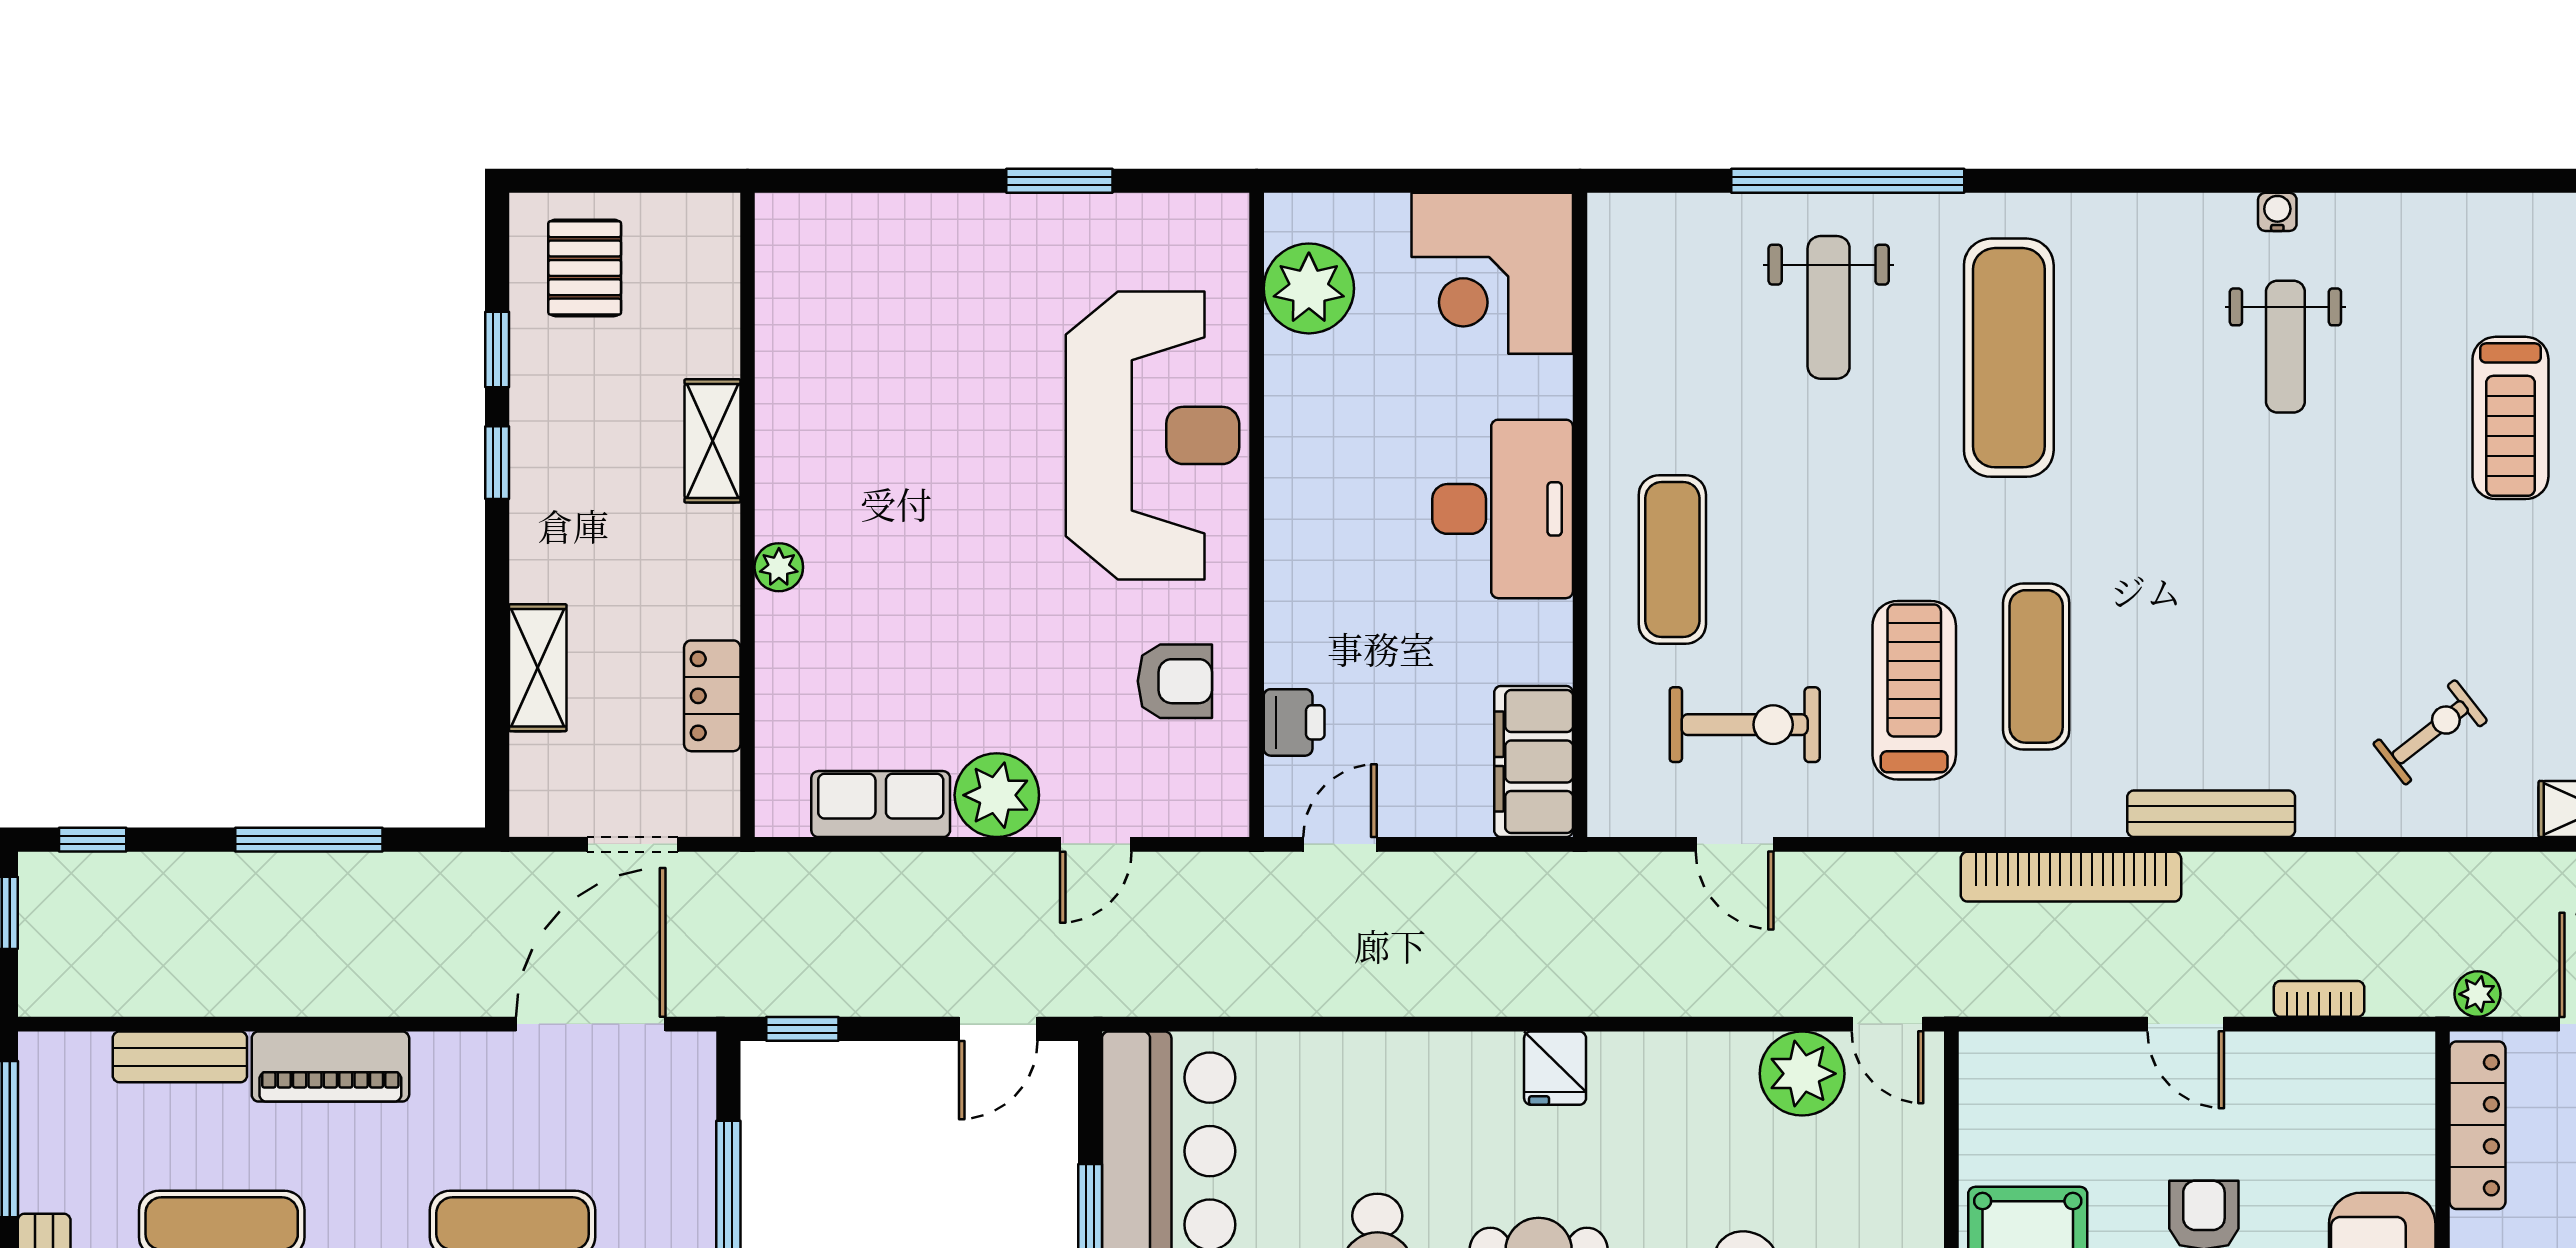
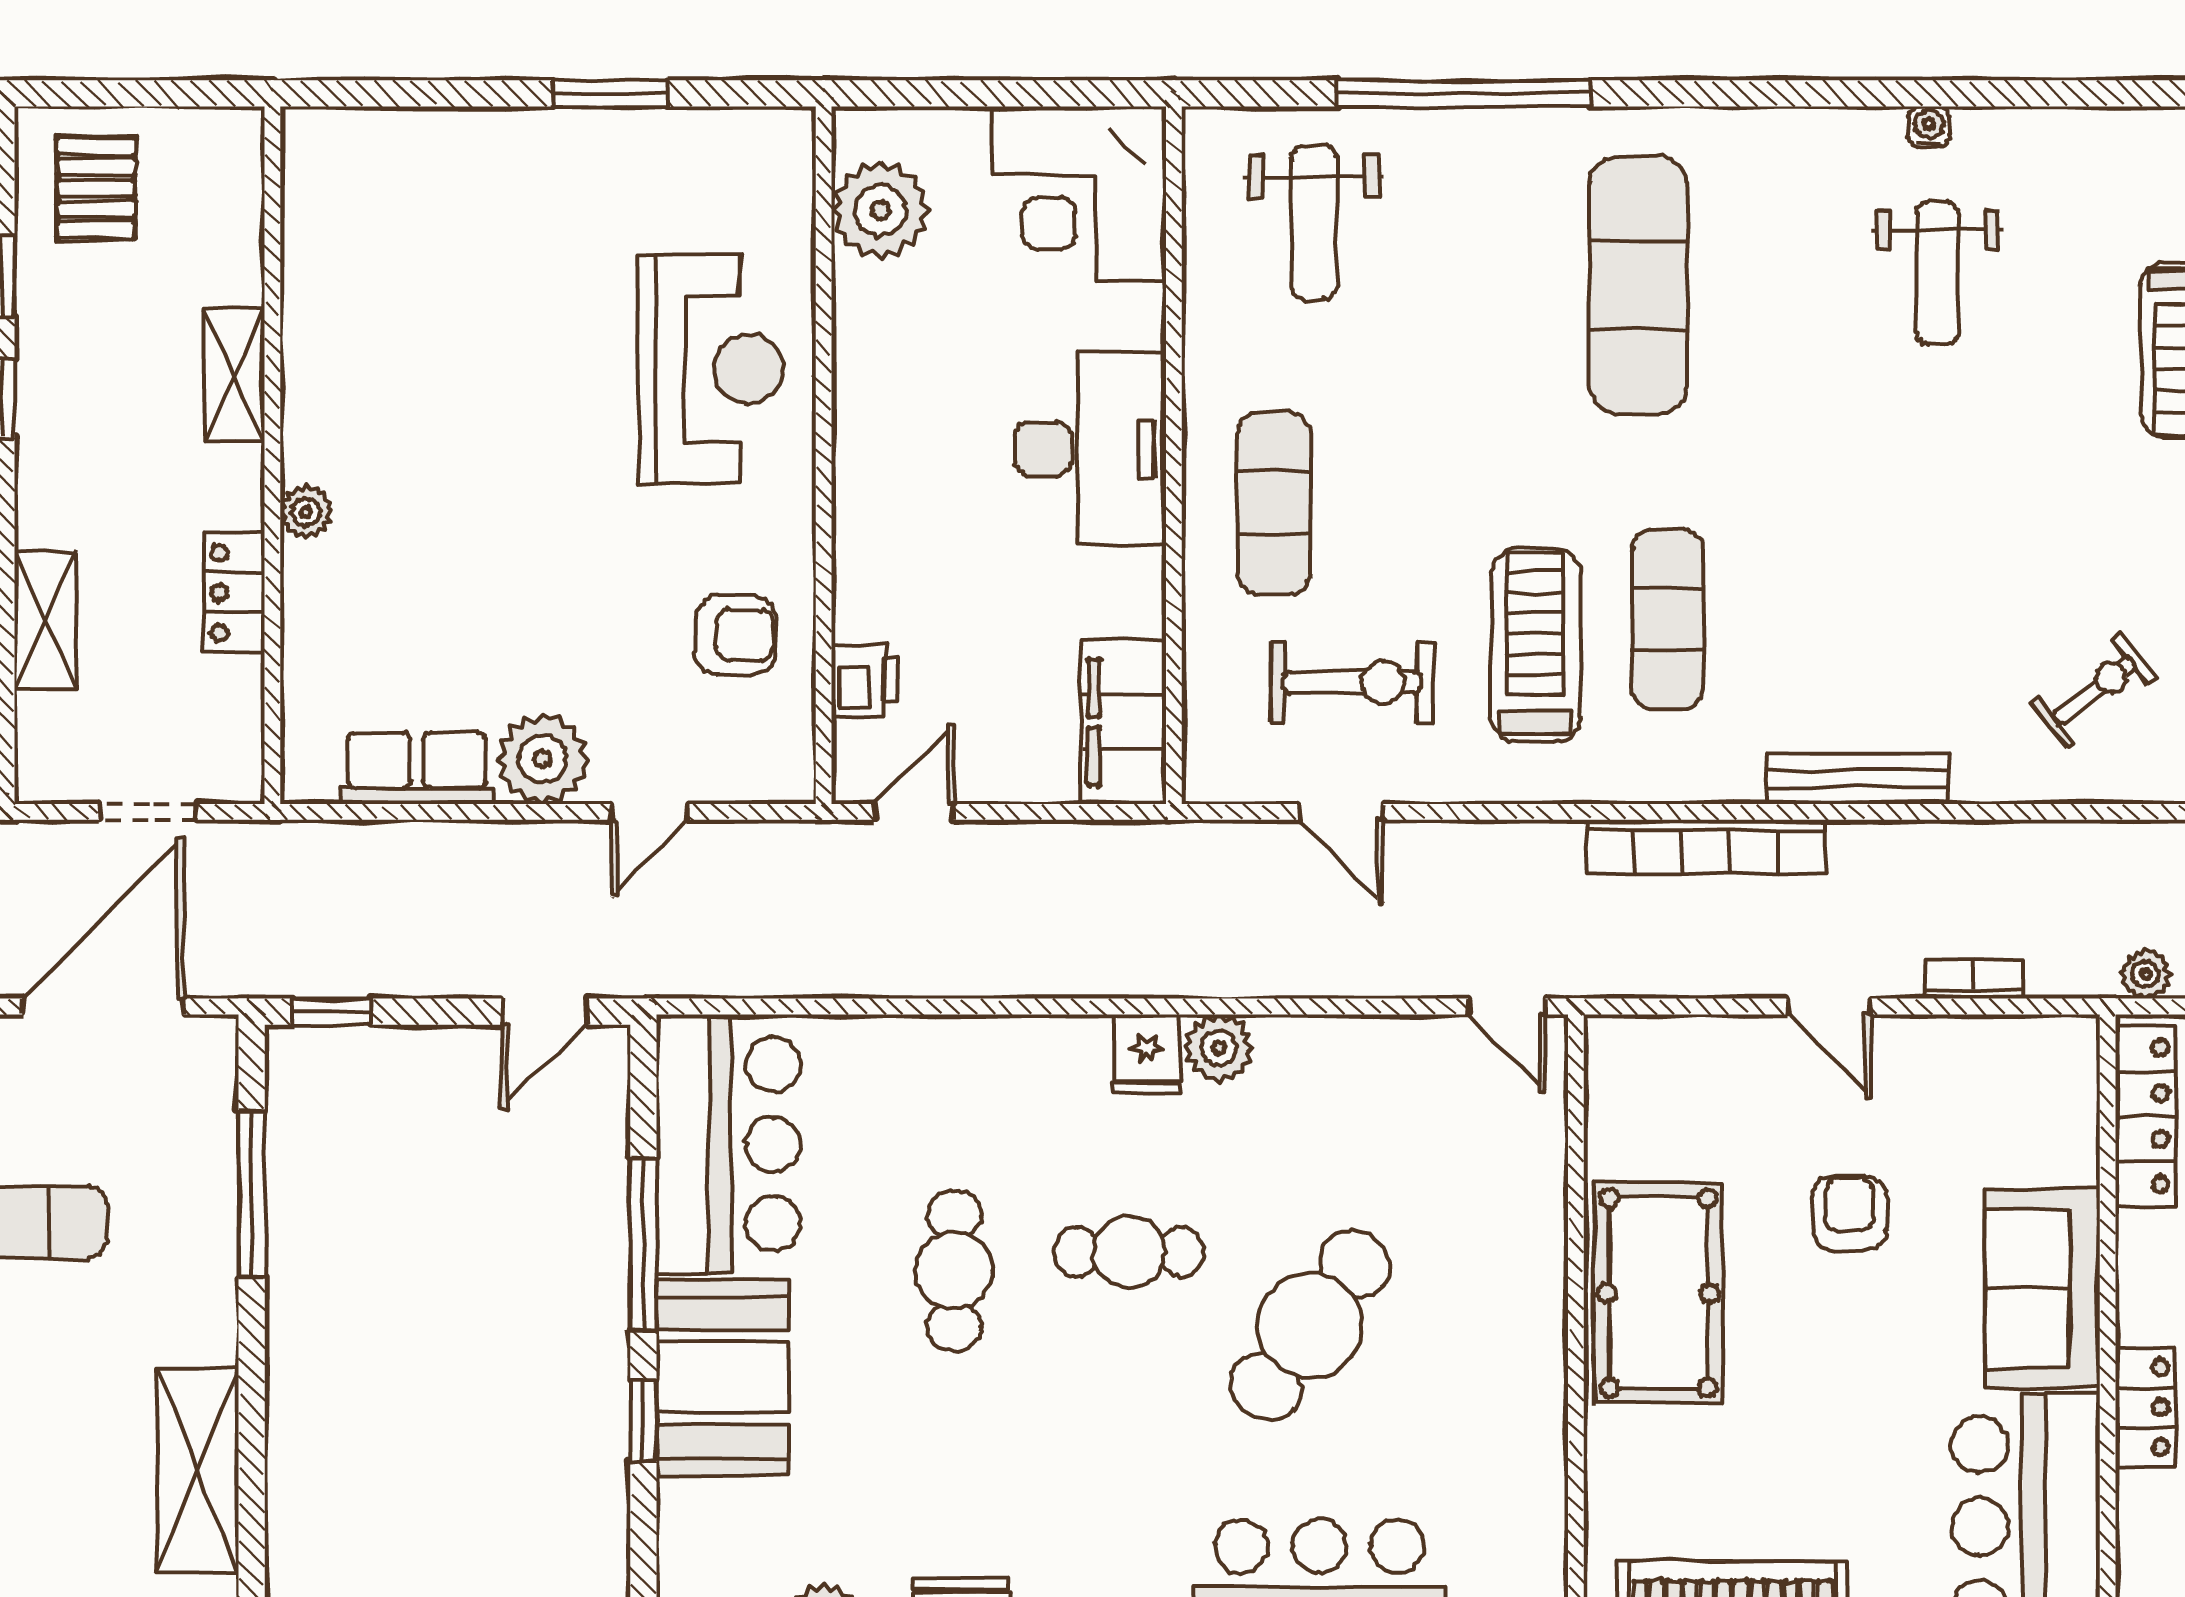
weight bench: (1829, 307) -> (1314, 223), moved
reception desk: (1152, 435) -> (711, 369), width x0.74, depth x0.77
locker: (712, 696) -> (234, 593), moved
plant: (1802, 1074) -> (1219, 1048), moved, width x0.73, depth x0.73

